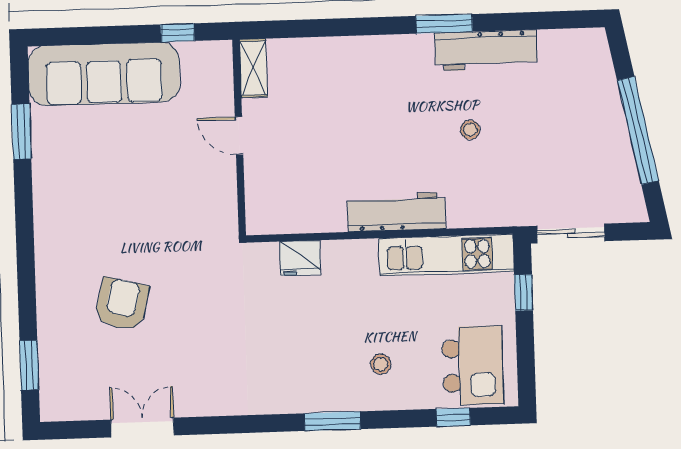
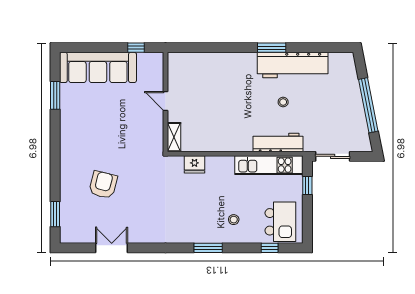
workbench: (486, 50) -> (293, 65), width x1.36, depth x1.32
shelving: (253, 68) -> (174, 137), moved
workbench: (396, 212) -> (278, 143), moved

